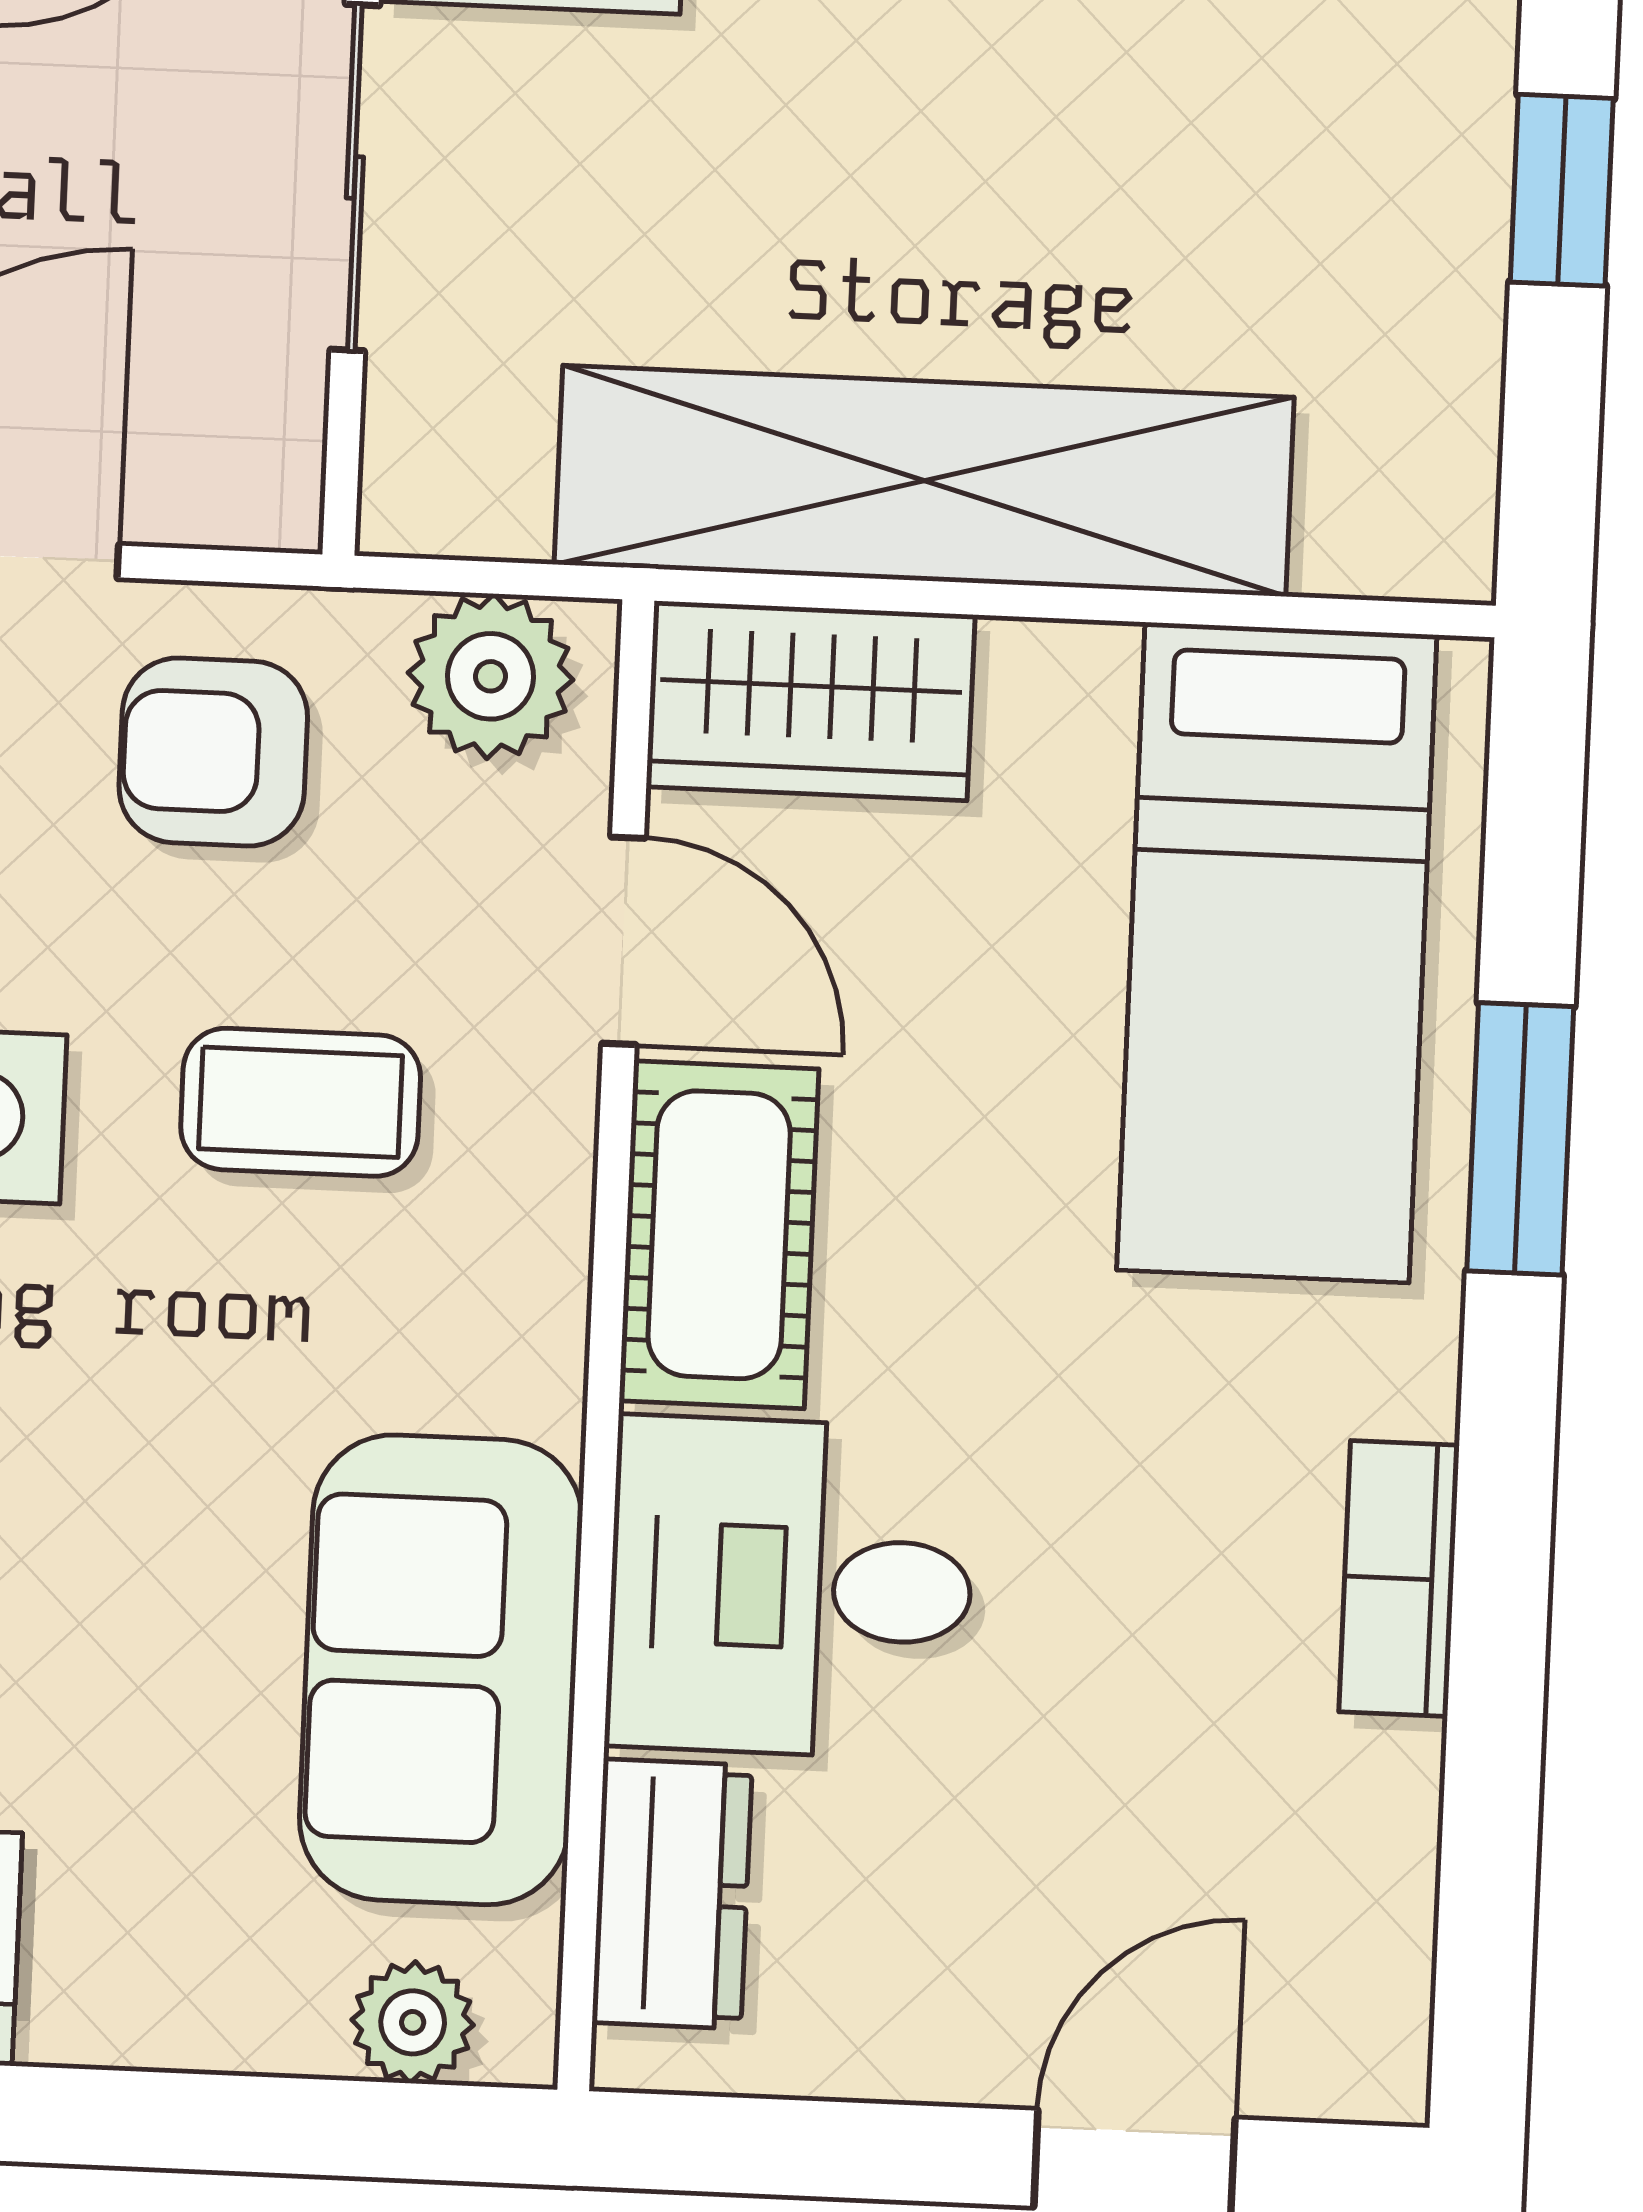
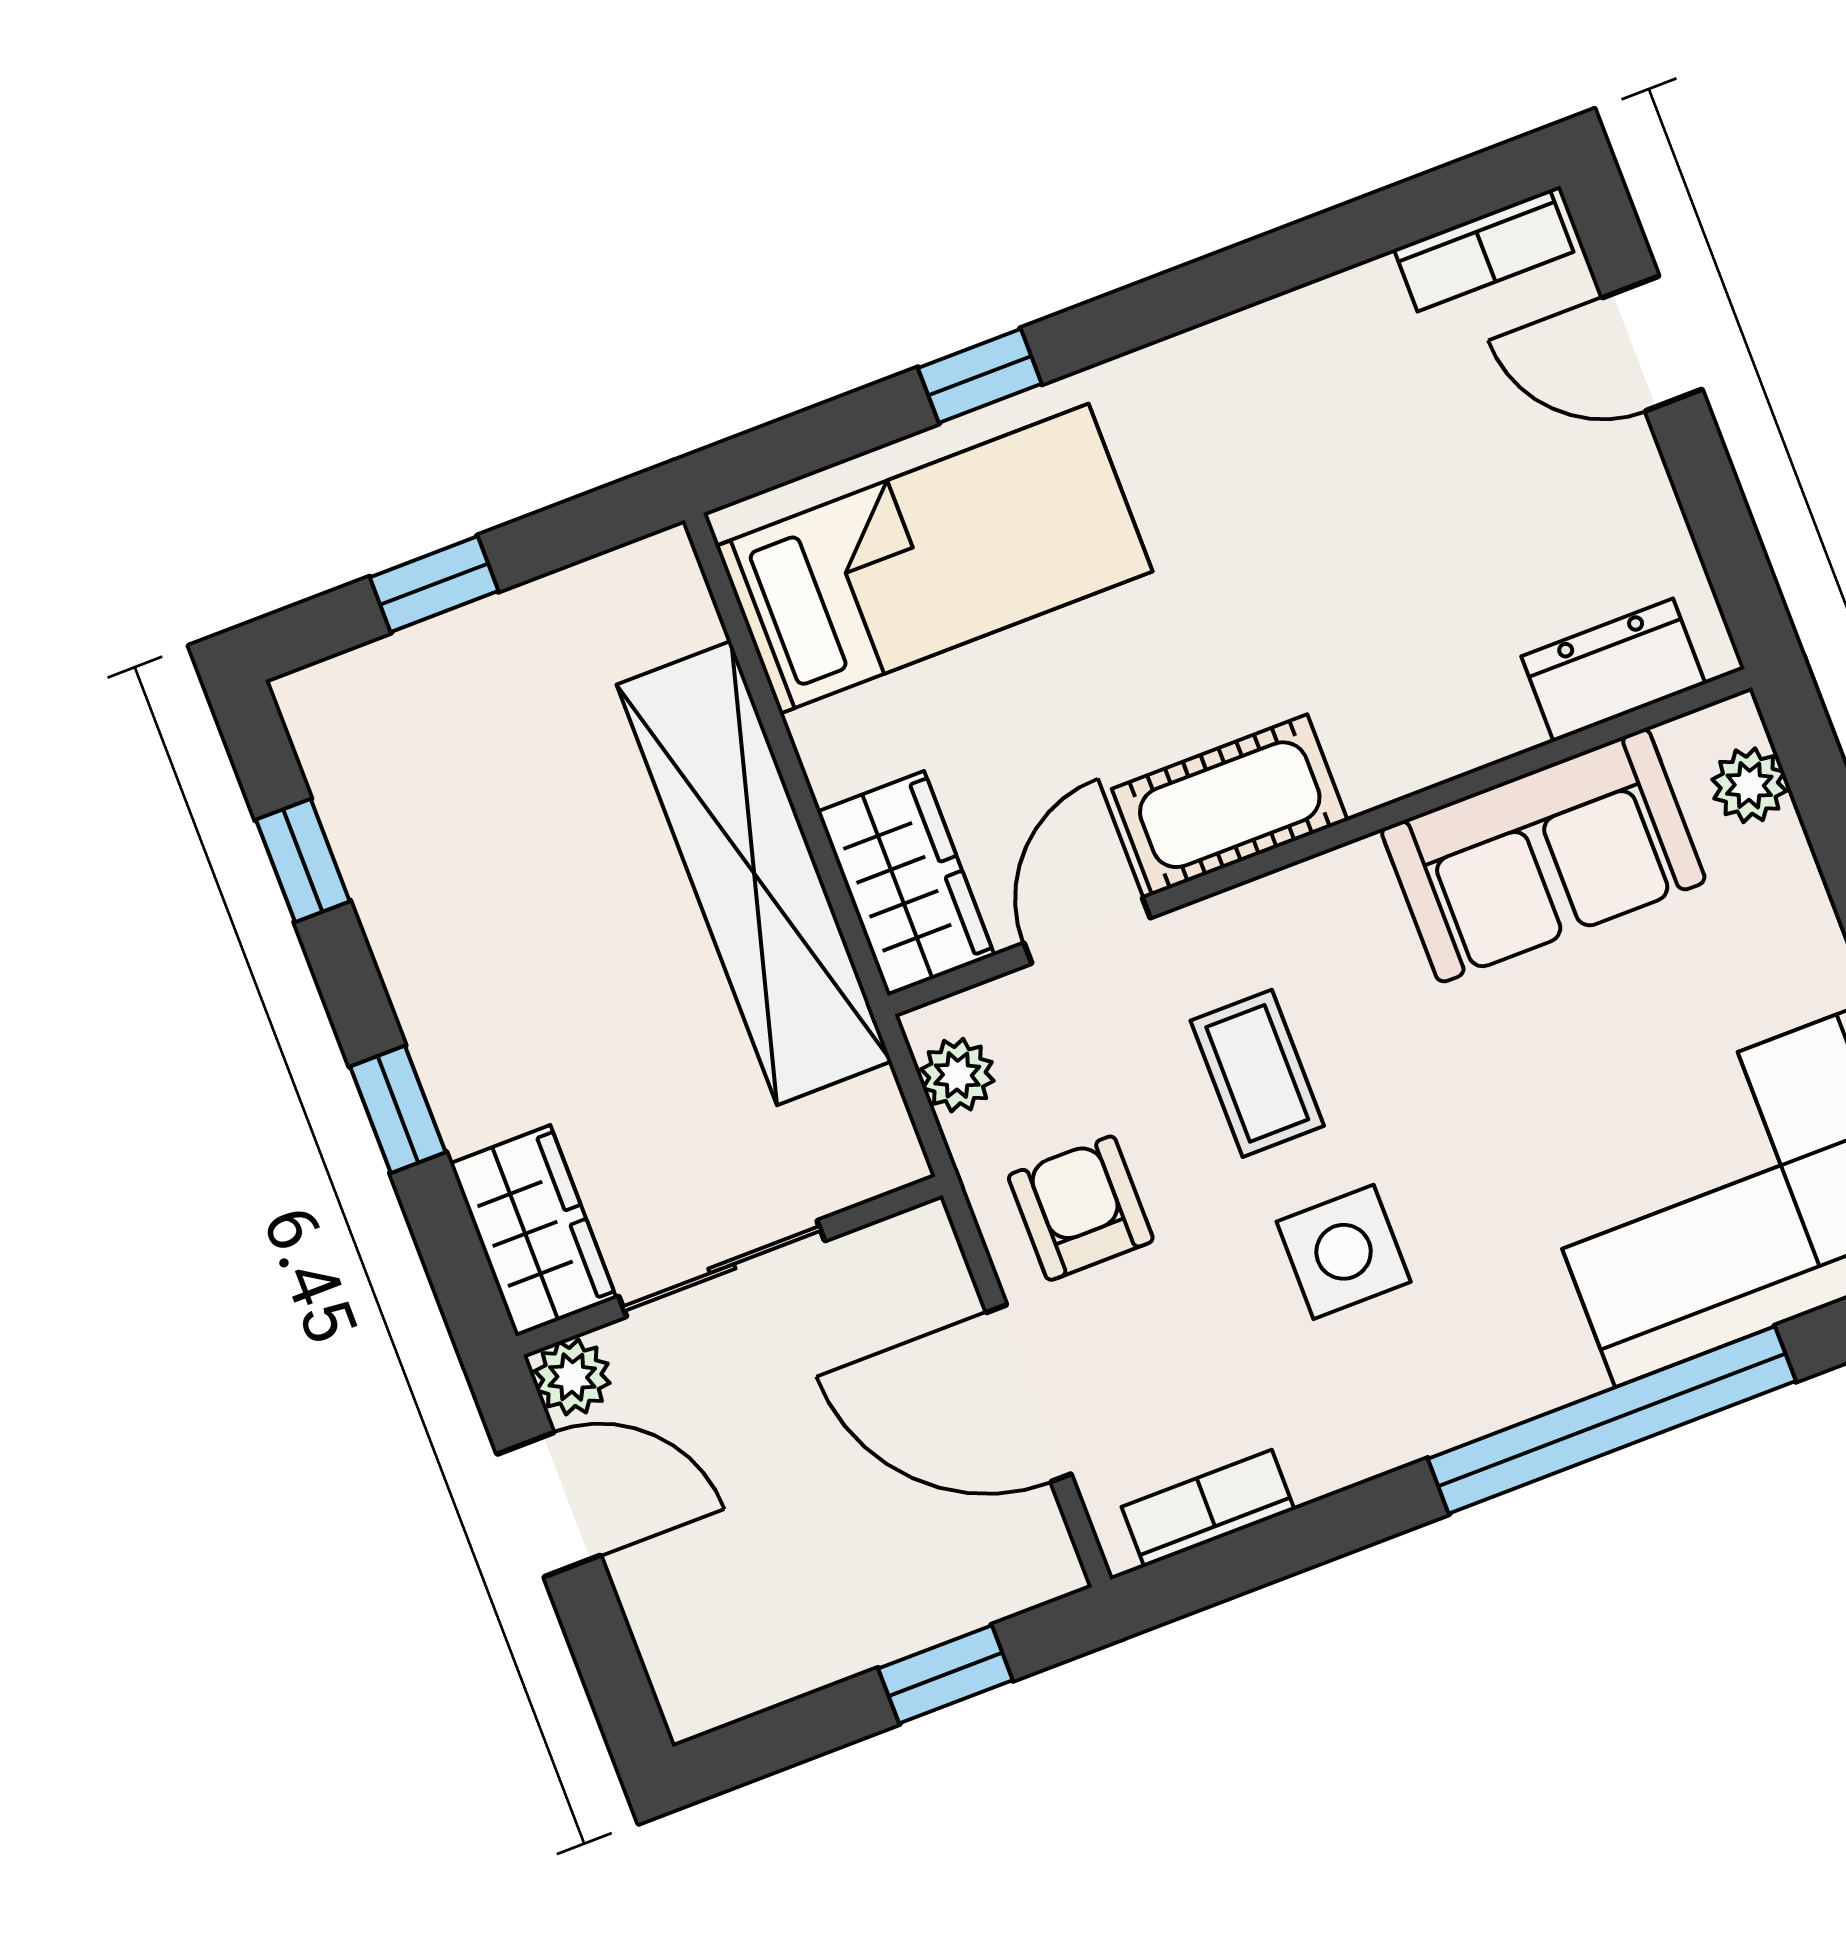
plant: (491, 676) -> (957, 1075), width x0.73, depth x0.73
armchair: (213, 752) -> (1081, 1208), turned 180
window: (1520, 1139) -> (980, 376), width x0.67
bookcase: (1399, 1579) -> (1484, 251), moved
desk: (791, 1588) -> (1411, 678), removed

